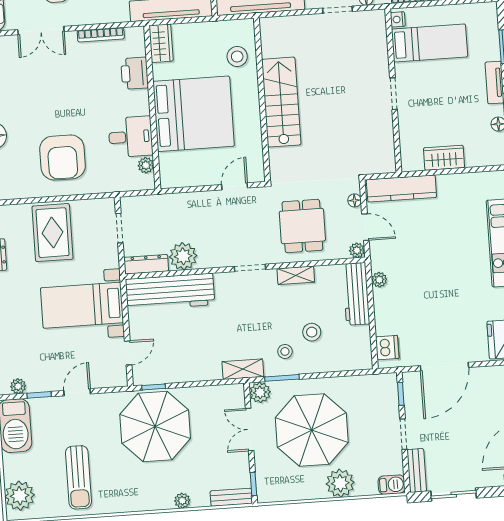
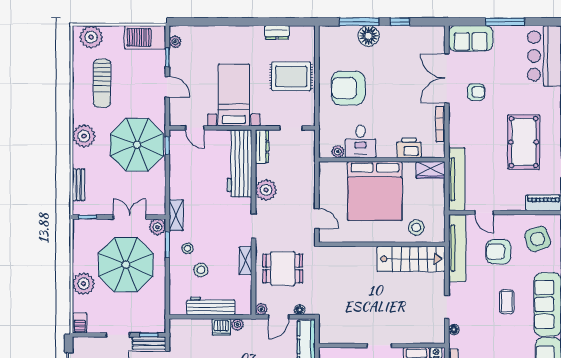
double door: (41, 31) -> (447, 78), width x1.37
stairs: (281, 102) -> (411, 259), moved
plant: (183, 256) -> (266, 190), moved
workbench: (356, 294) -> (211, 306), moved
dishwasher: (387, 348) -> (221, 327), moved
bench: (417, 470) -> (149, 343), moved
sun lounger: (78, 477) -> (102, 83), turned -90
bench: (231, 497) -> (79, 185), moved
plant: (182, 501) -> (84, 136), moved, width x1.87, depth x1.87

